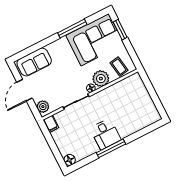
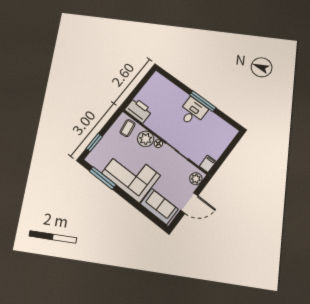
window: (72, 29) -> (103, 178), moved
corner sofa: (95, 40) -> (131, 174), moved
printer: (131, 84) -> (138, 110), added
floor lamp: (70, 160) -> (231, 132), removed

